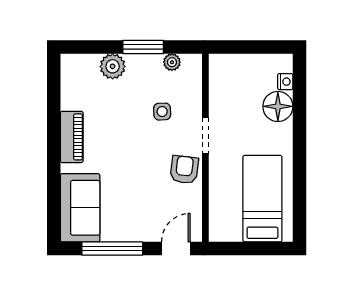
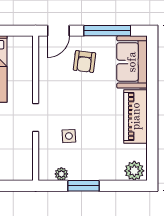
plant: (113, 66) -> (134, 171), moved
piano: (72, 137) -> (136, 116), width x1.37, depth x1.33
armchair: (184, 170) -> (84, 62), moved

